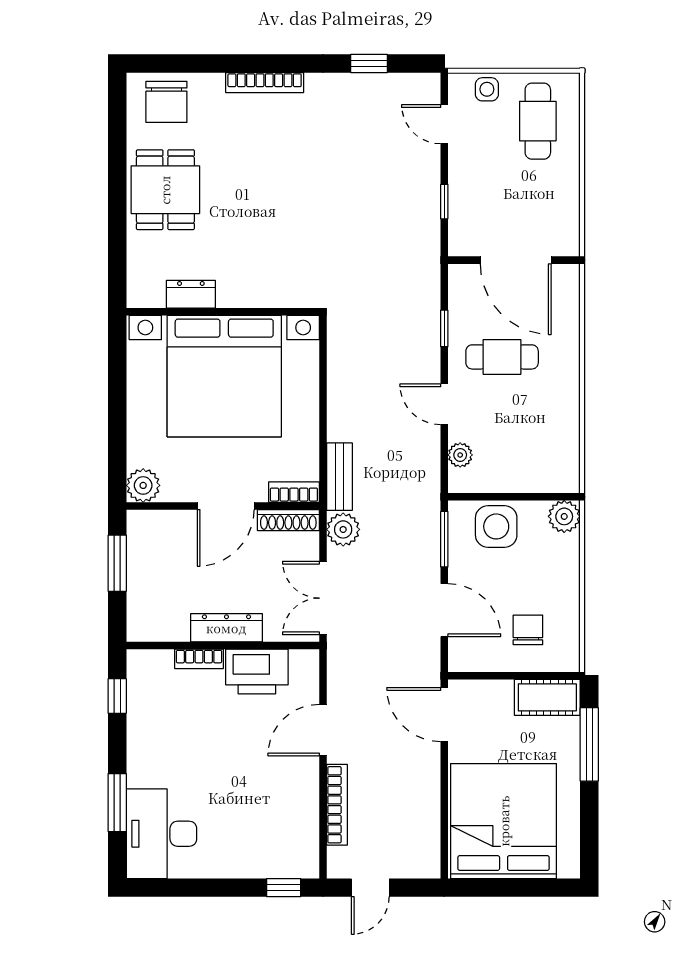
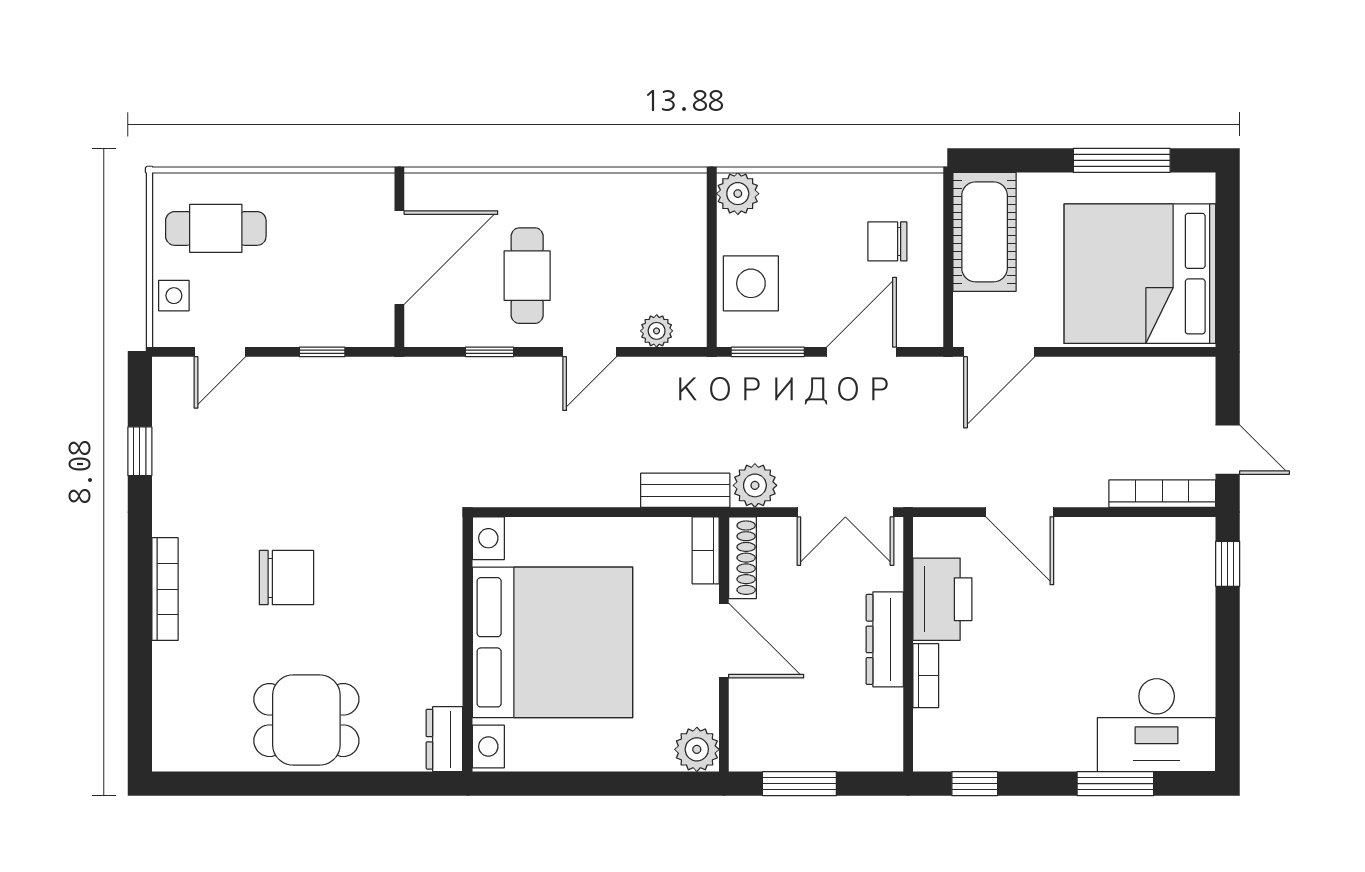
chair: (166, 102) -> (286, 578), moved
dresser: (191, 294) -> (444, 739), moved
cot: (547, 697) -> (985, 232), width x1.37, depth x1.34
window: (589, 744) -> (1122, 160), moved
bookcase: (337, 805) -> (1162, 494), moved

